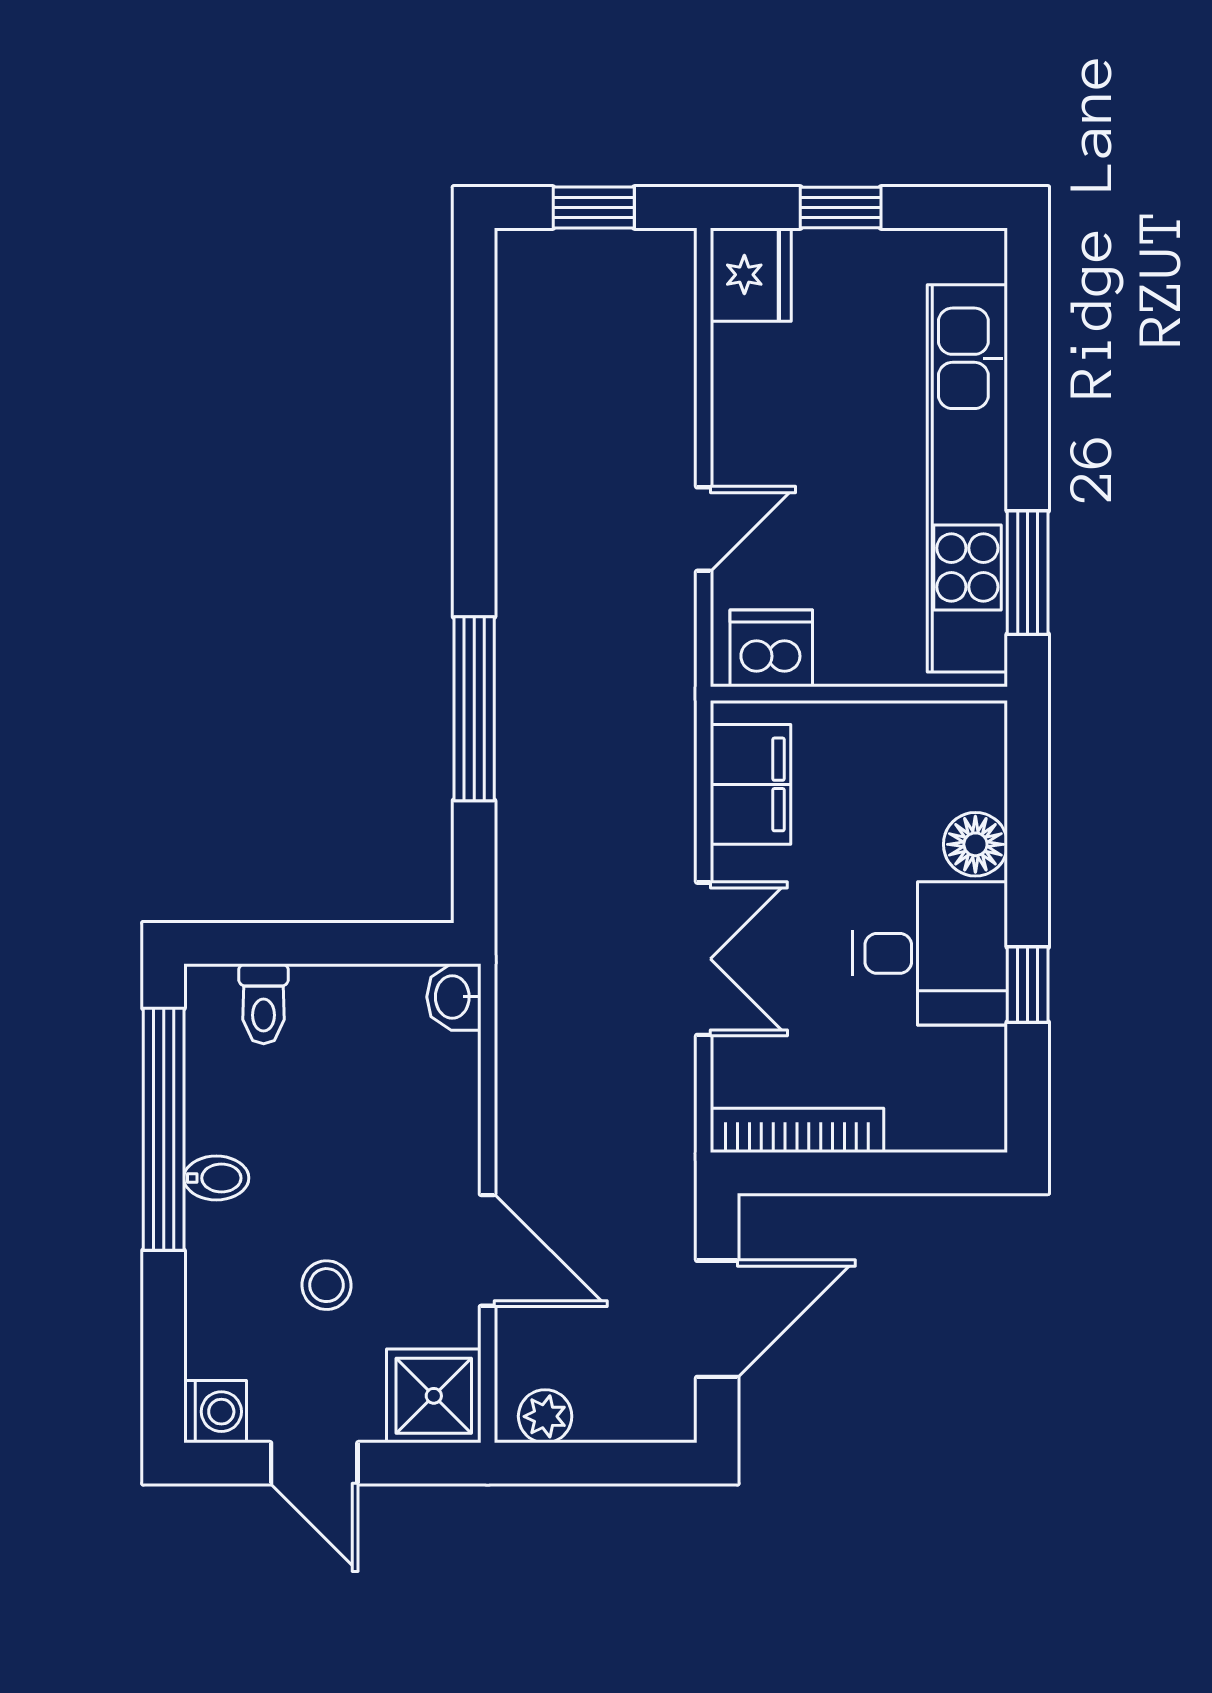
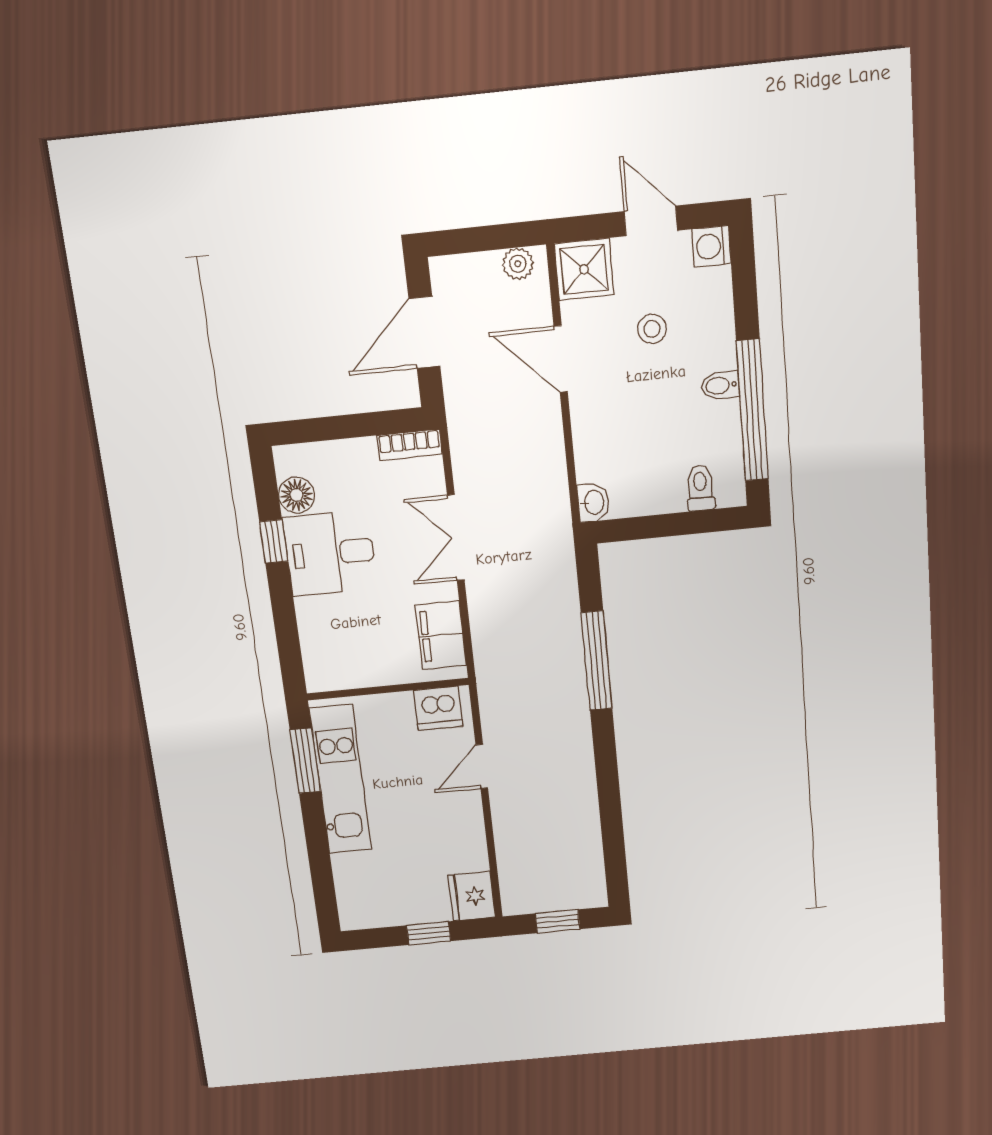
kitchen unit: (967, 478) -> (341, 779), width x0.73
floor lamp: (975, 844) -> (297, 495), moved
bookcase: (797, 1130) -> (409, 445), width x0.64

